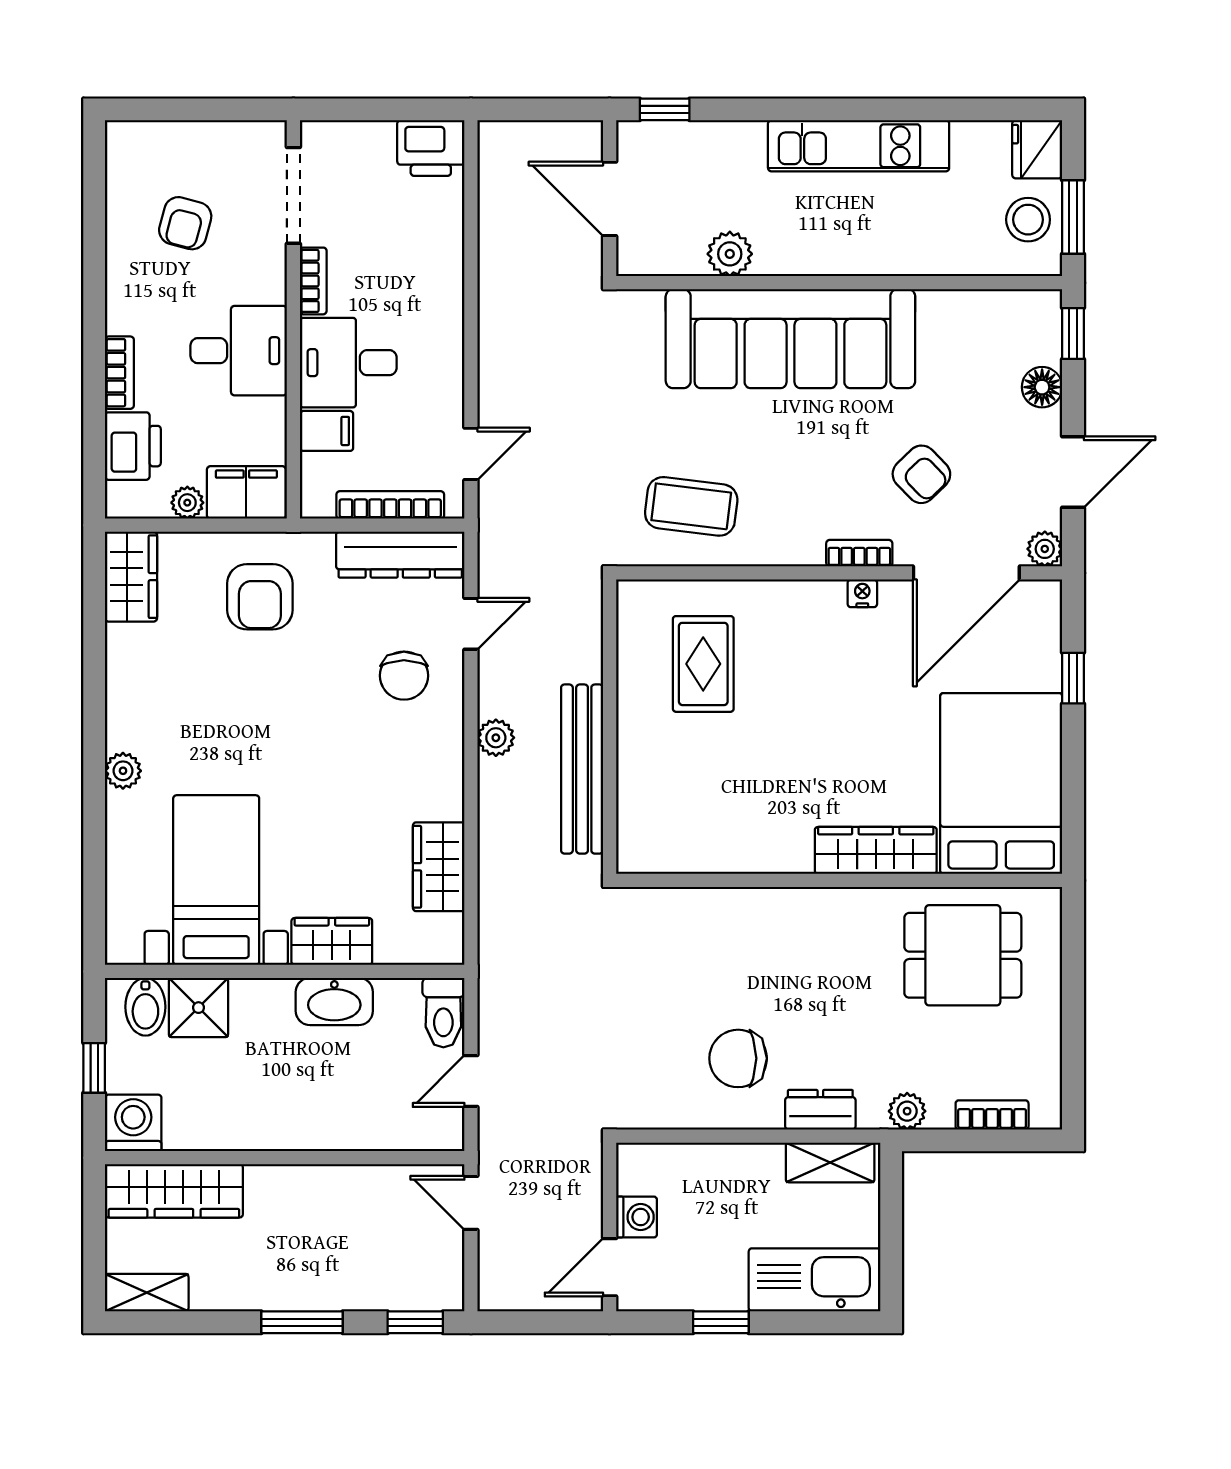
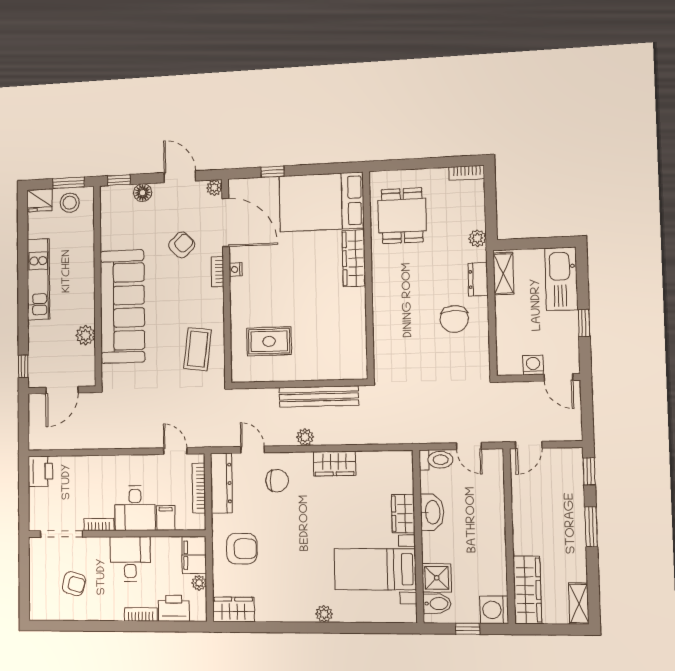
wardrobe: (439, 867) -> (334, 464), moved
bookcase: (992, 1115) -> (467, 173), moved, turned -90

